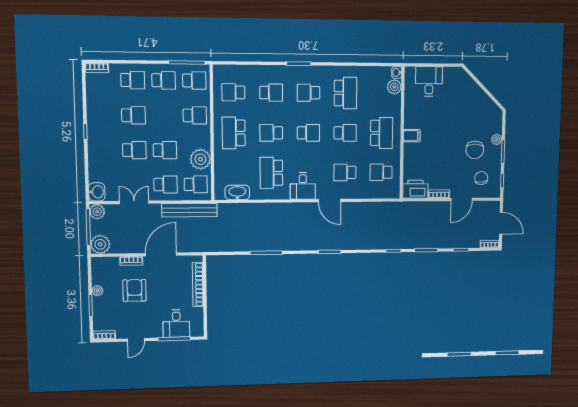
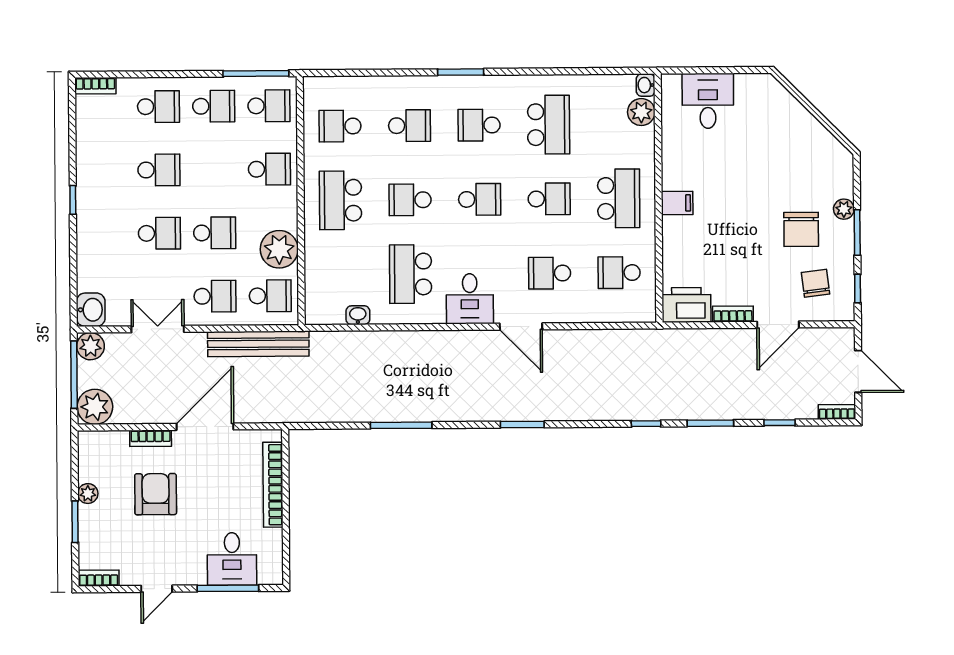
washbasin: (237, 192) -> (358, 315), width x0.52, depth x0.69

